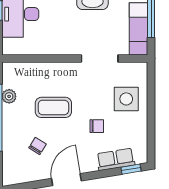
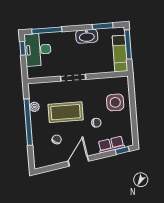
doorway: (100, 58) -> (73, 78), moved
coffee table: (53, 107) -> (66, 112), width x1.36, depth x1.32

